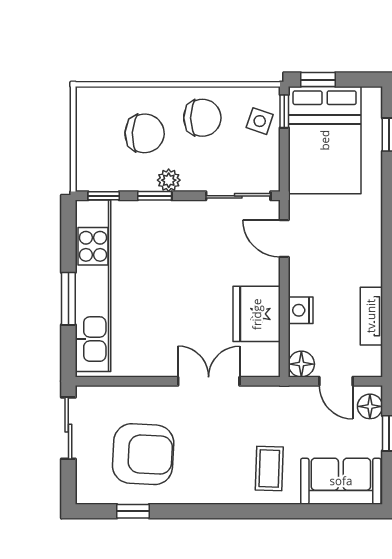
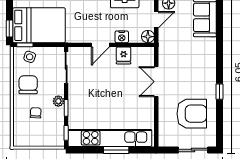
chair: (145, 133) -> (36, 113), width x0.54, depth x0.54
door: (284, 239) -> (100, 45), moved
fridge: (257, 314) -> (124, 55), width x0.53, depth x0.75
sliding door: (68, 428) -> (193, 150), moved
armchair: (143, 454) -> (192, 114), turned 87
coffee table: (269, 468) -> (199, 52), removed
window: (133, 511) -> (220, 92), moved

